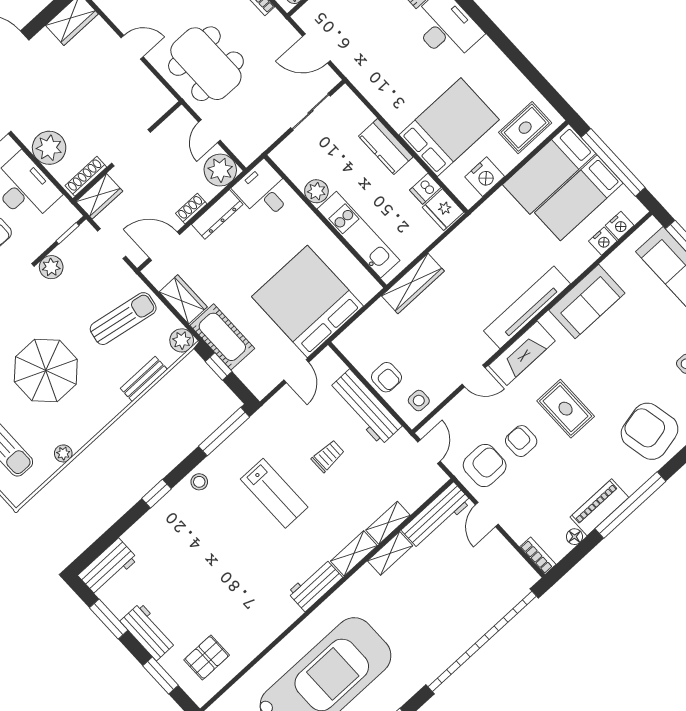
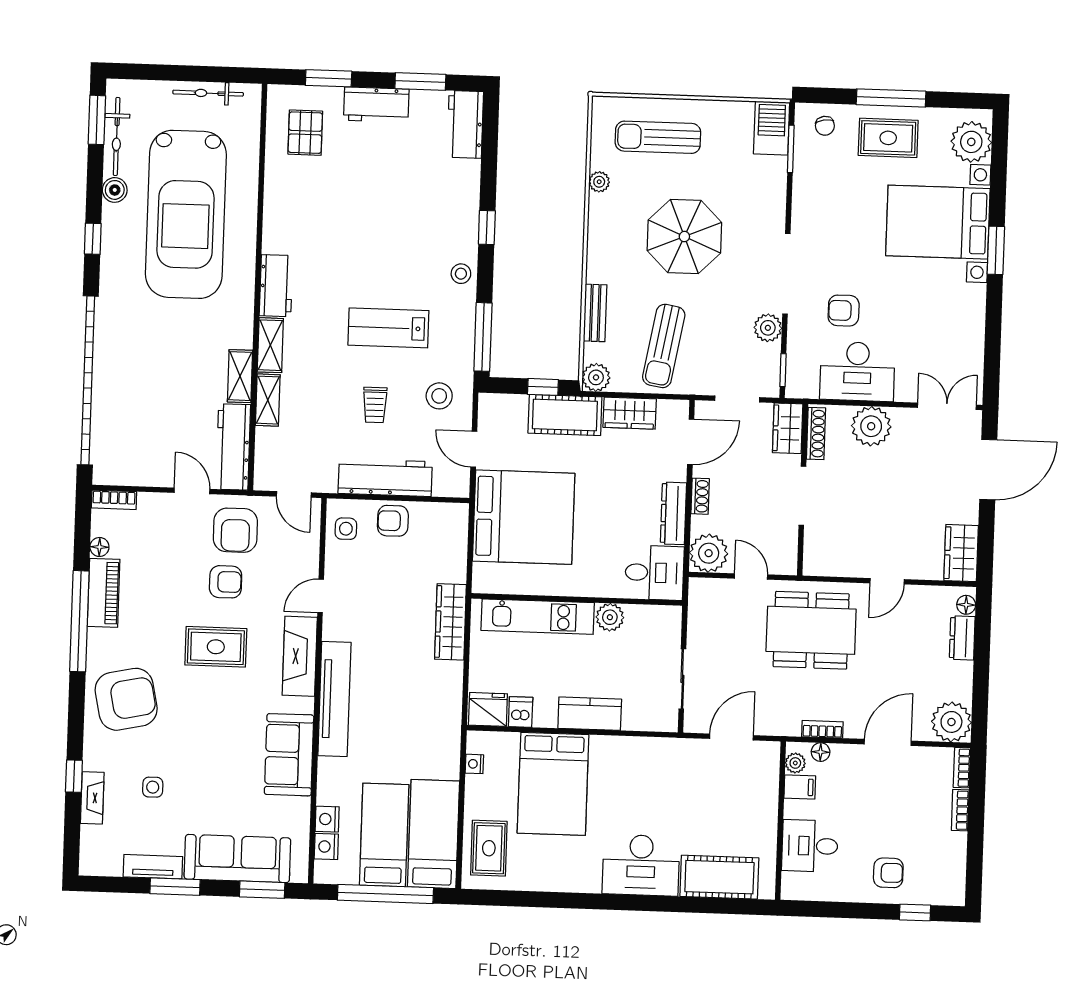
nightstand: (485, 177) -> (474, 764), width x0.53, depth x0.56
stool: (285, 423) -> (439, 396), added

